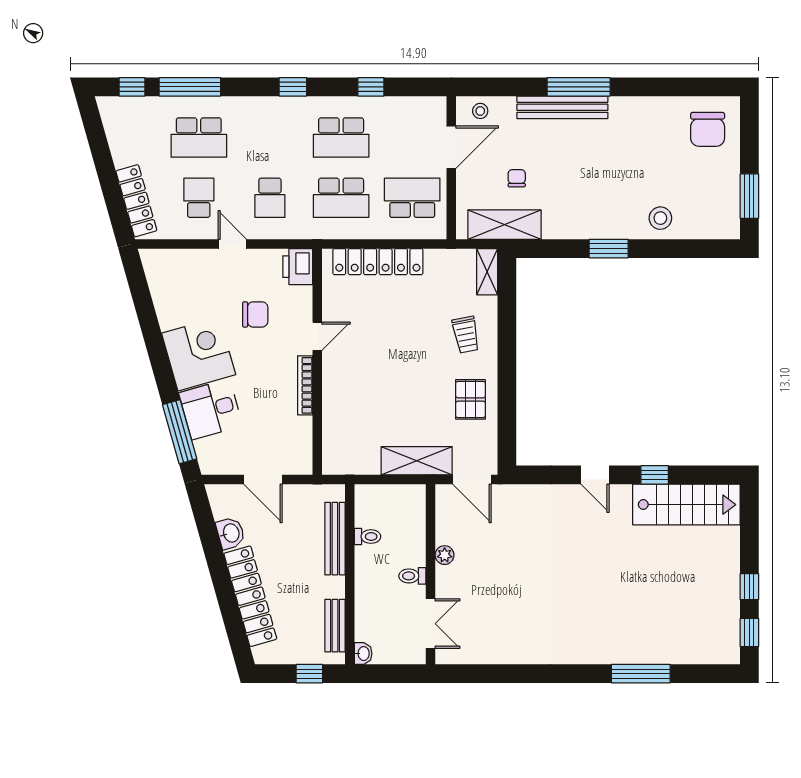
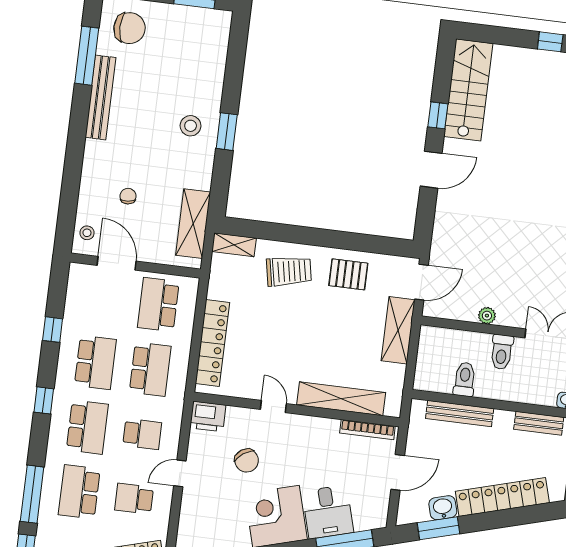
window: (579, 87) -> (87, 56), moved
bench: (562, 107) -> (100, 97), moved
school desk: (199, 138) -> (79, 492), turned 180
school desk: (270, 138) -> (87, 427), added
chair: (517, 178) -> (128, 196), moved, turned 84
stool: (660, 218) -> (191, 126), moved
chair: (255, 314) -> (247, 461), turned 145
trolley: (466, 335) -> (289, 271), width x1.36, depth x1.39
bookcase: (305, 385) -> (367, 430), moved
shelving: (335, 408) -> (341, 399), added
door: (595, 475) -> (431, 170), width x1.38
window: (208, 531) -> (438, 528), added
toilet: (367, 537) -> (465, 379), width x1.37, depth x1.39
toilet: (412, 576) -> (502, 352), width x1.37, depth x1.39

